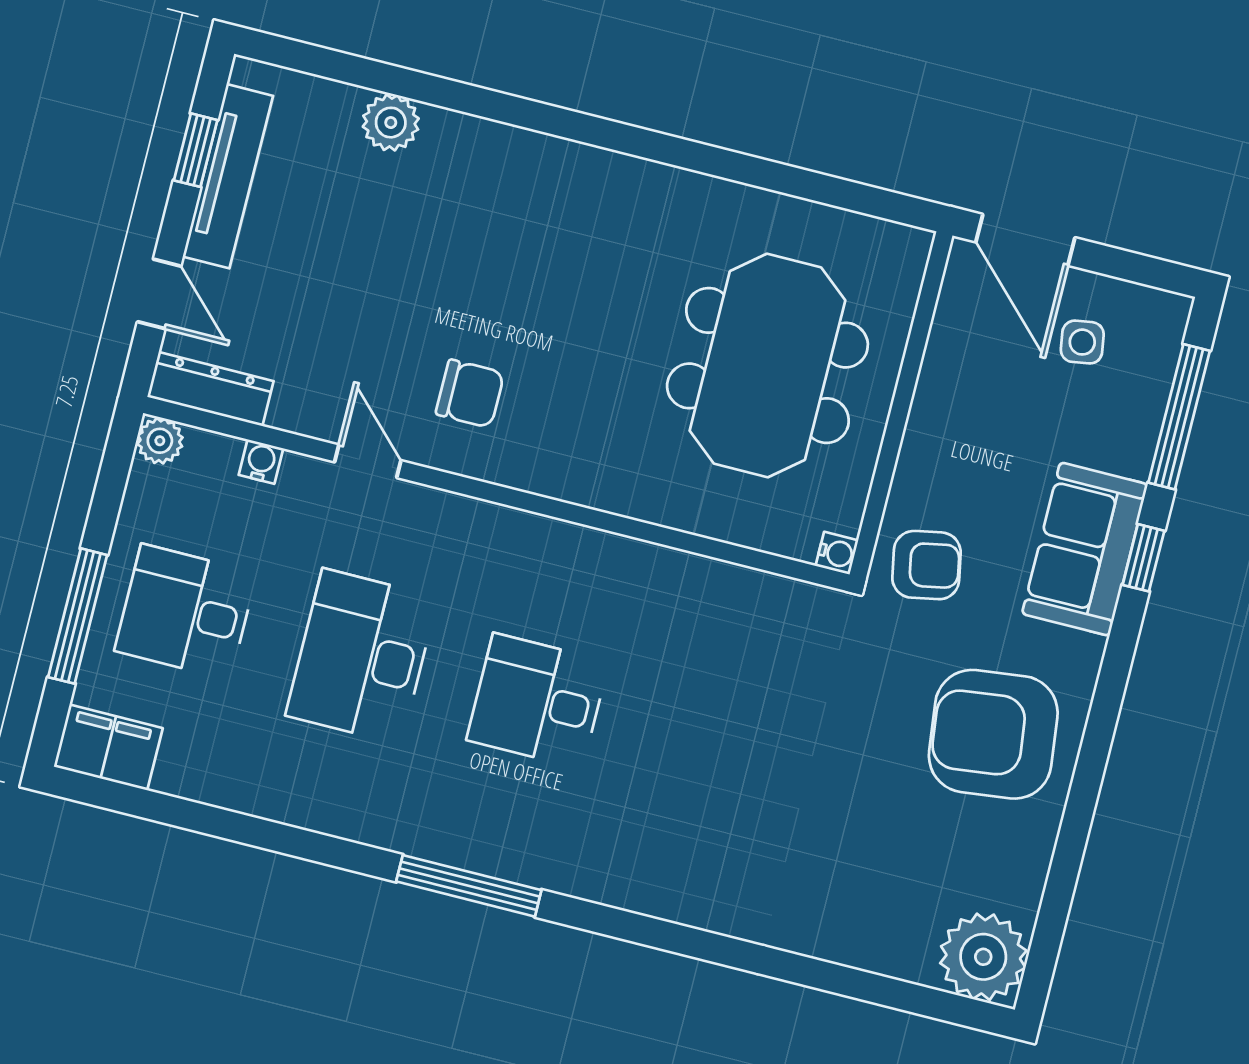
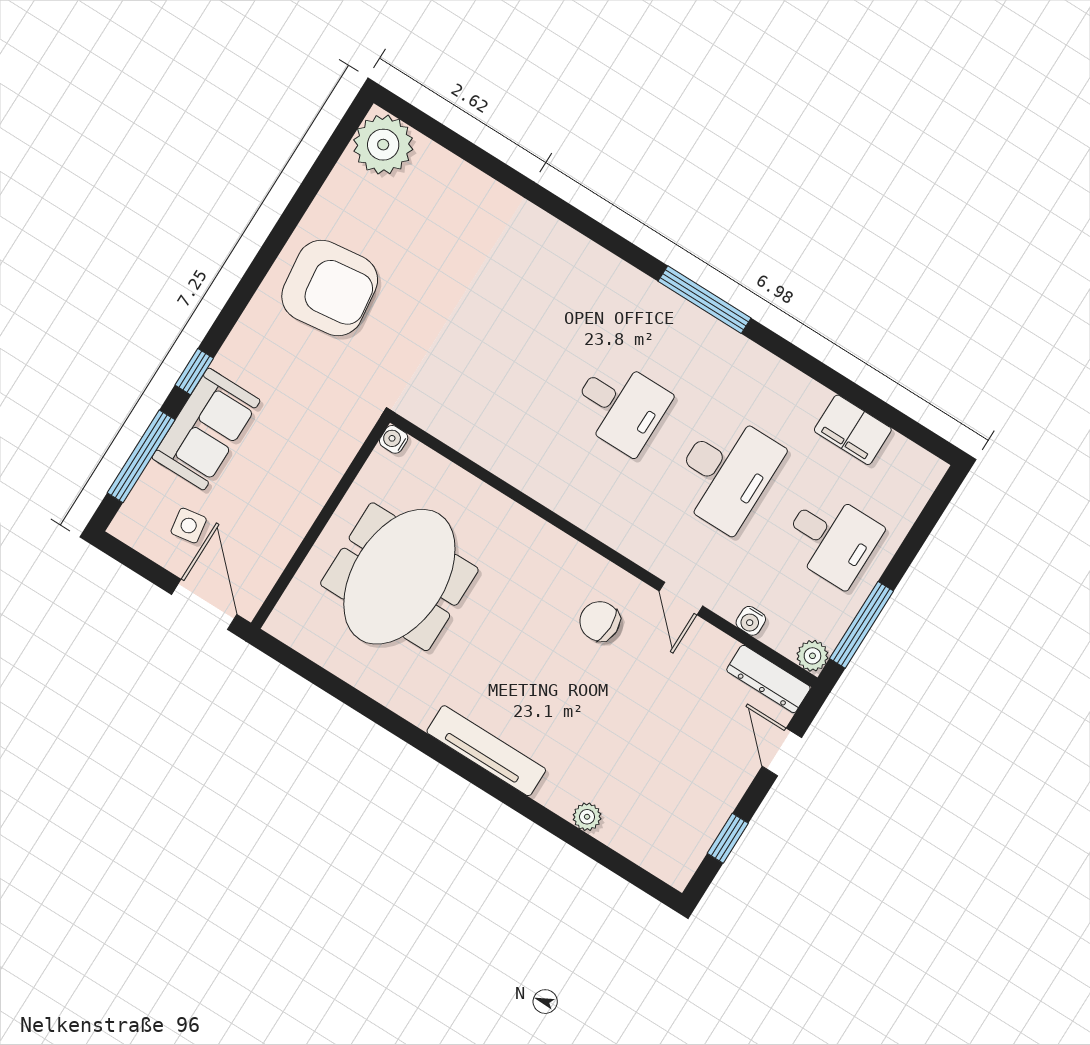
plant: (391, 123) -> (587, 817), width x0.73, depth x0.73
tv unit: (228, 176) -> (486, 751), moved, turned 90
sofa: (1085, 549) -> (206, 429), moved
armchair: (926, 565) -> (338, 413), removed
window: (78, 616) -> (862, 625), moved
filing cabinet: (108, 747) -> (853, 430), moved

